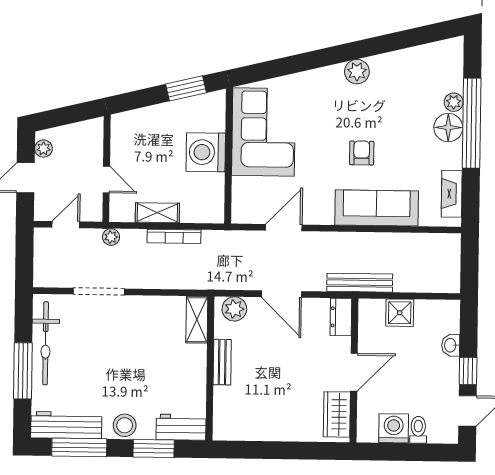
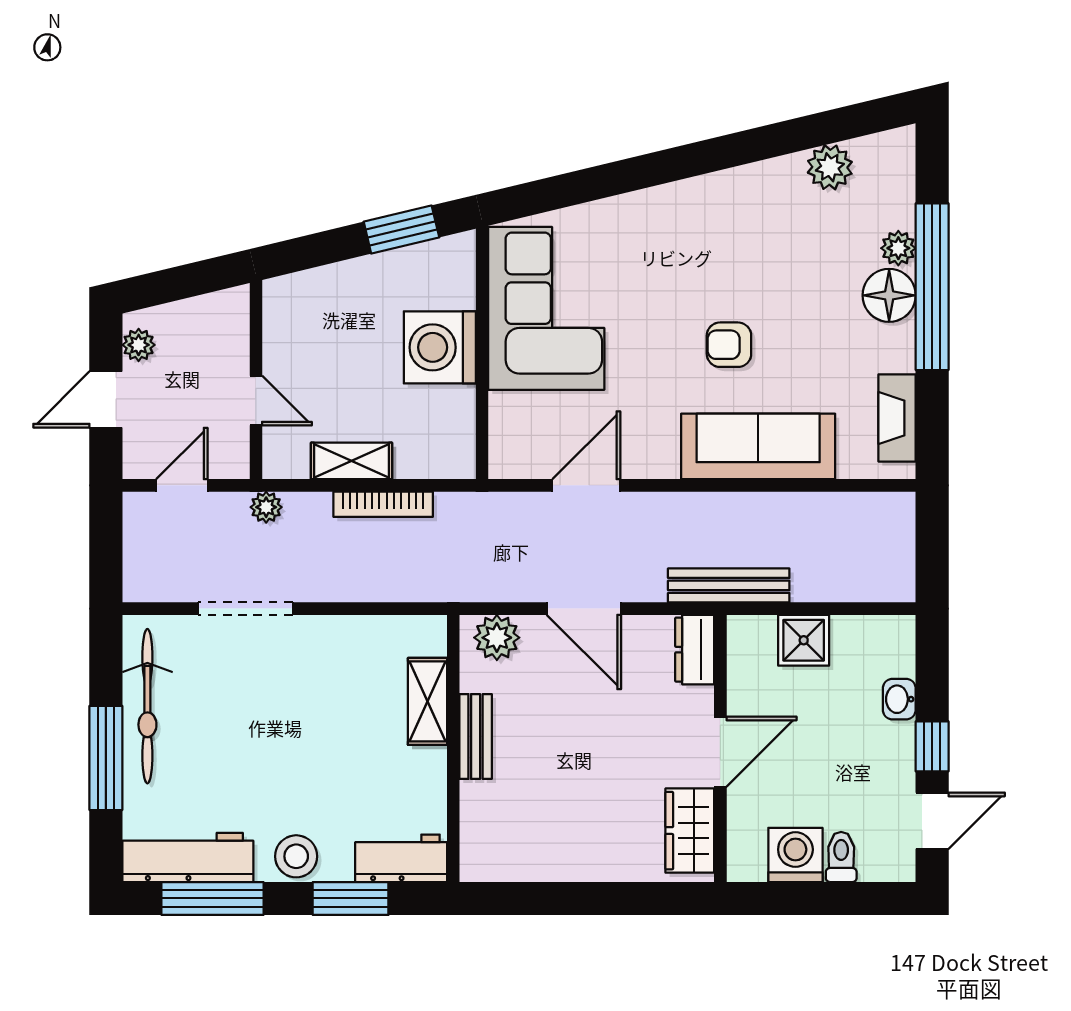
plant: (357, 72) -> (830, 167), moved
armchair: (362, 153) -> (729, 345), turned -90
shelving: (197, 320) -> (427, 701), moved

